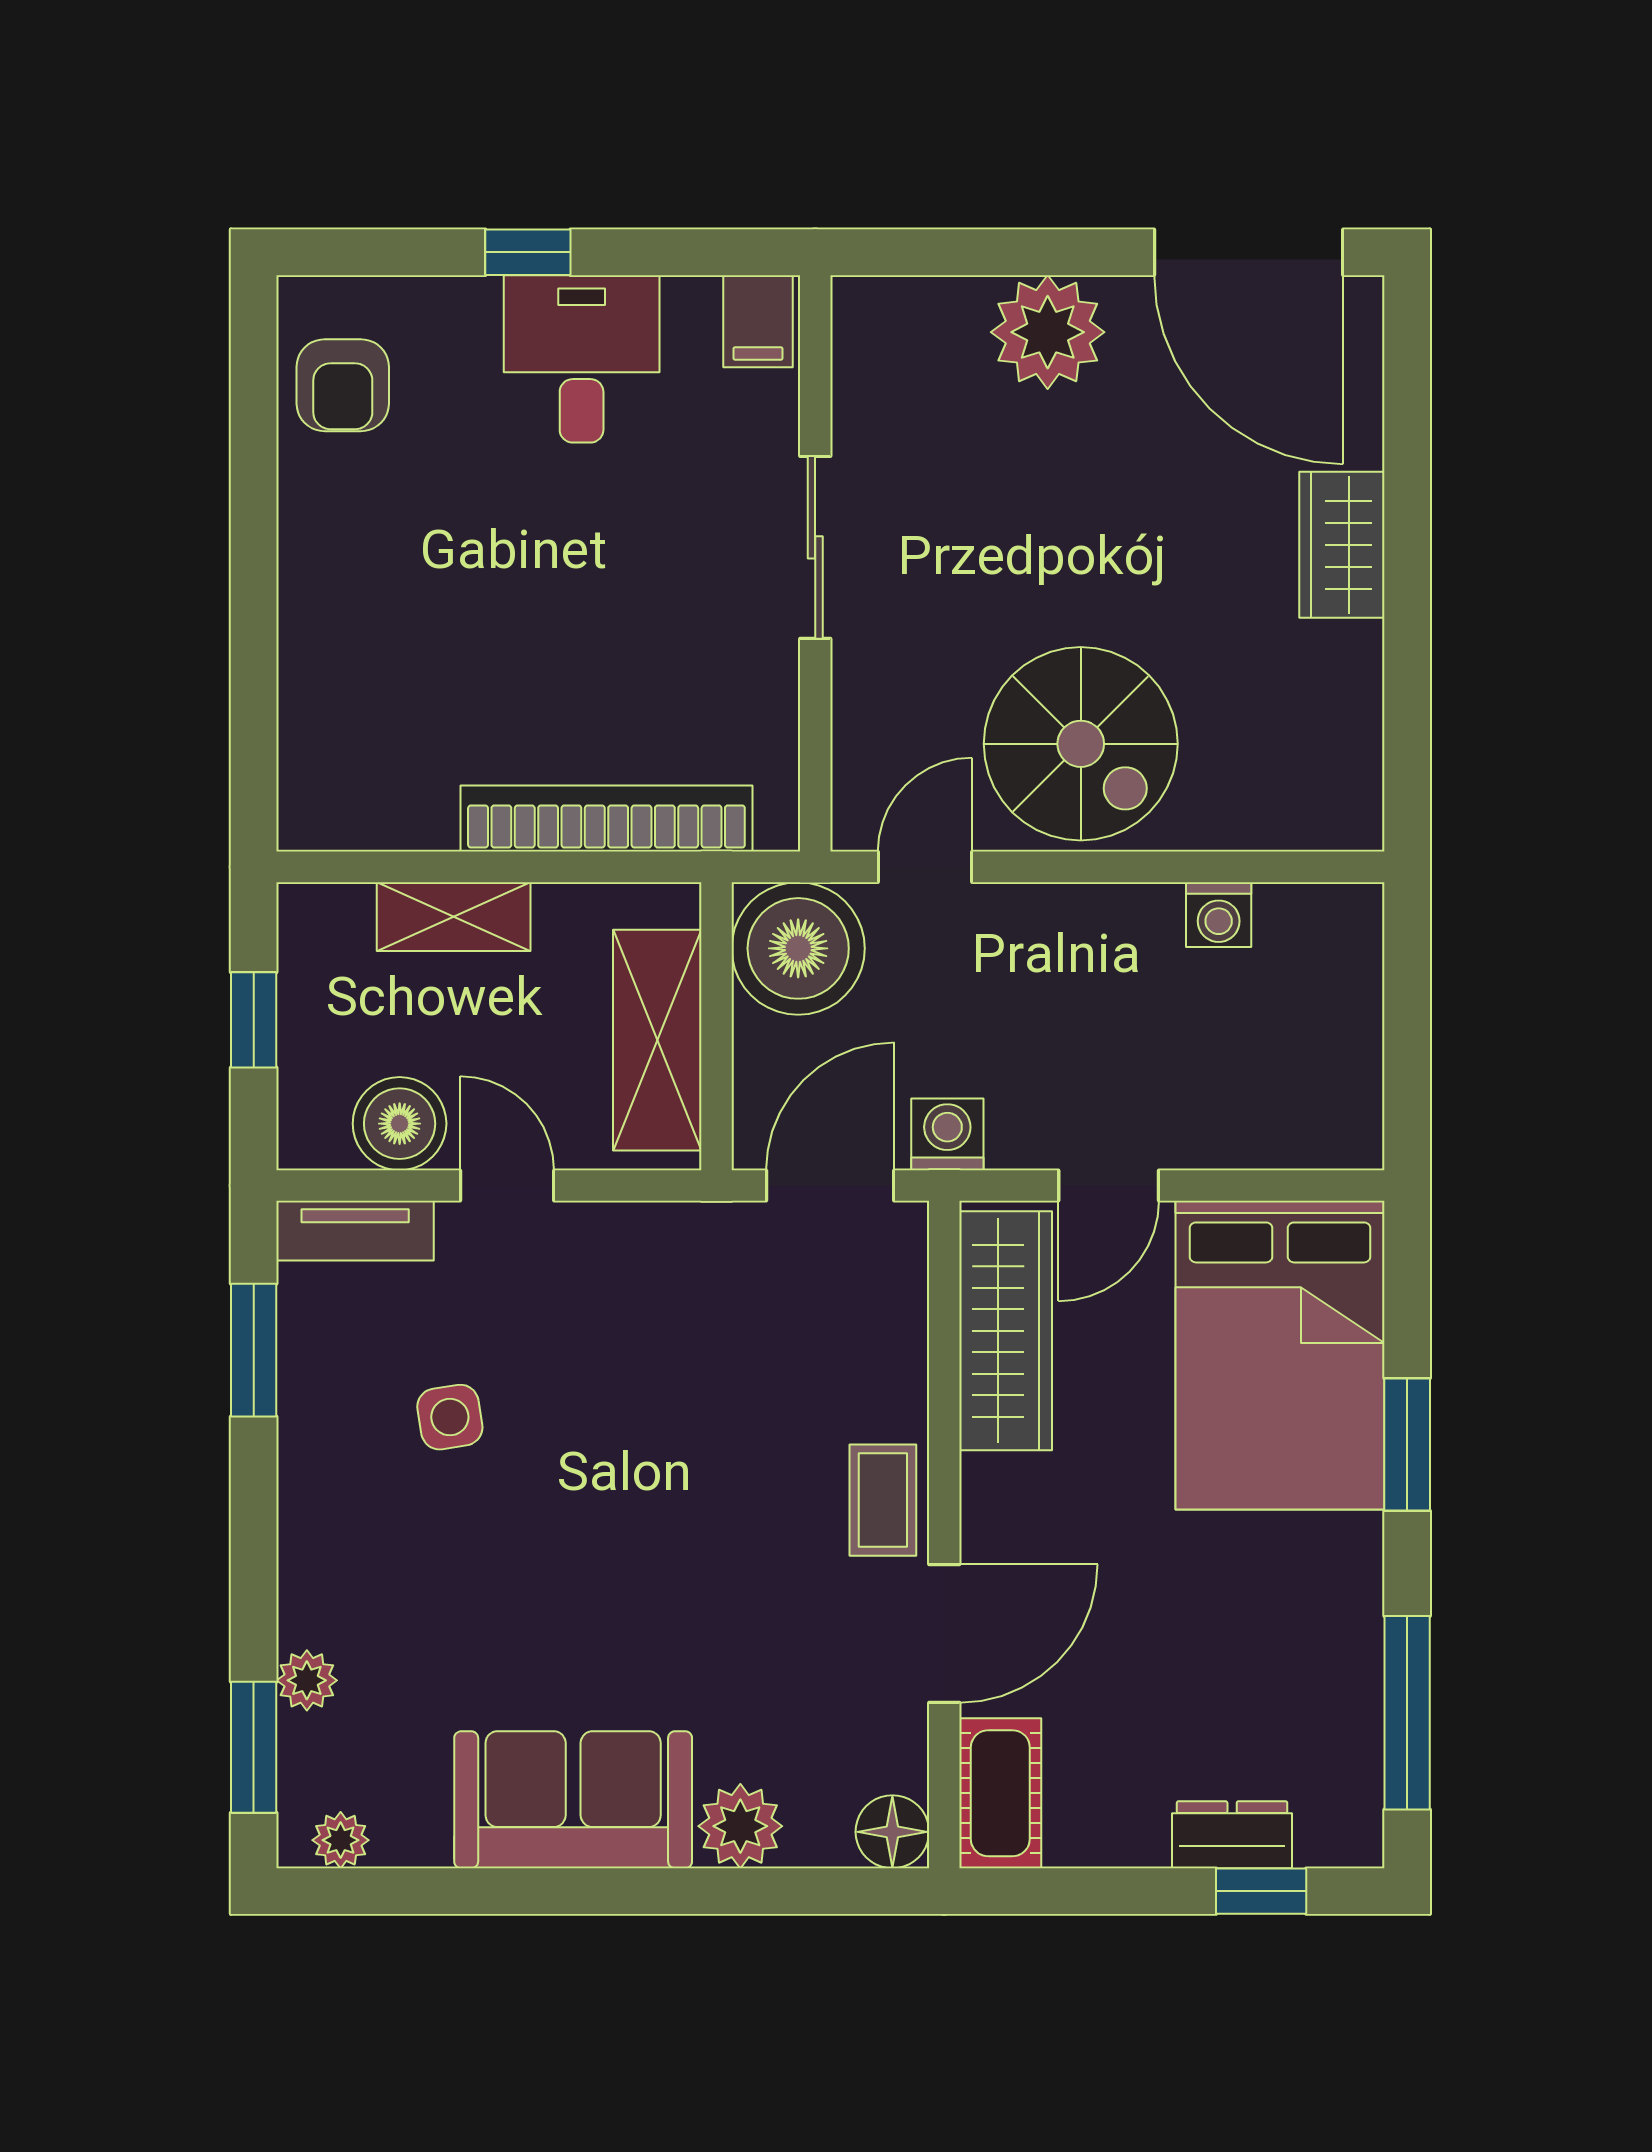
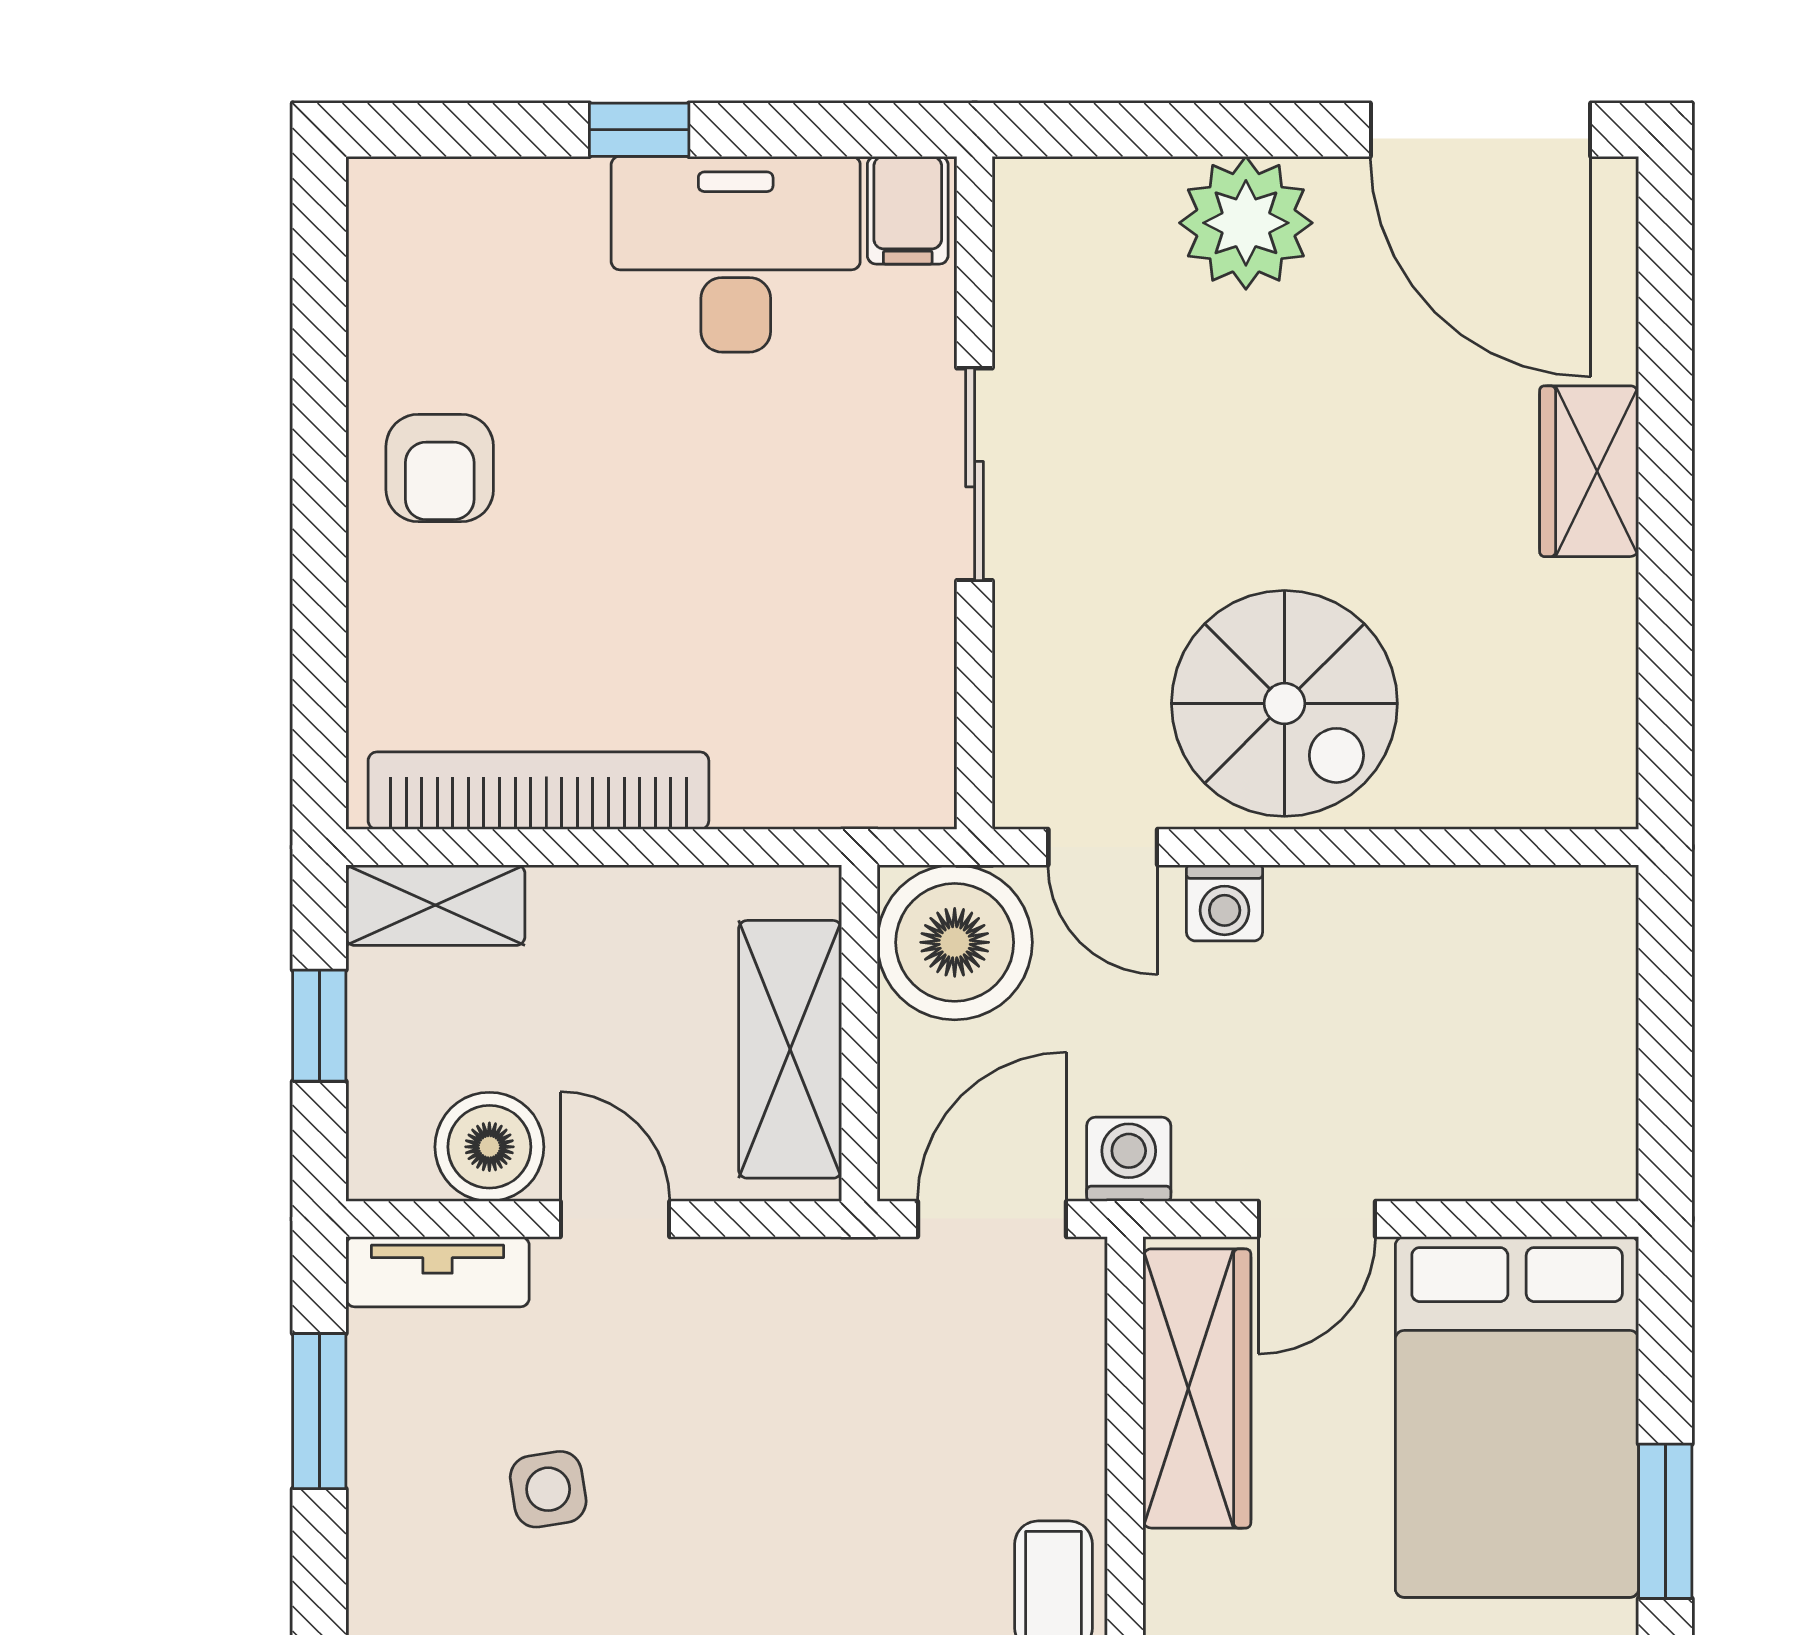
desk: (582, 359) -> (736, 254), width x1.37
armchair: (343, 385) -> (440, 468), moved
bookcase: (606, 819) -> (538, 791), moved
door: (925, 867) -> (1103, 847), swing flipped
washing machine: (1219, 915) -> (1225, 903), moved
shelving: (454, 917) -> (435, 905), moved

